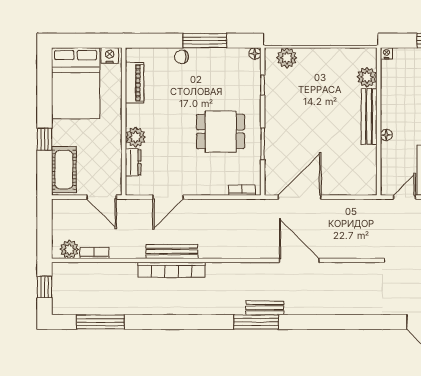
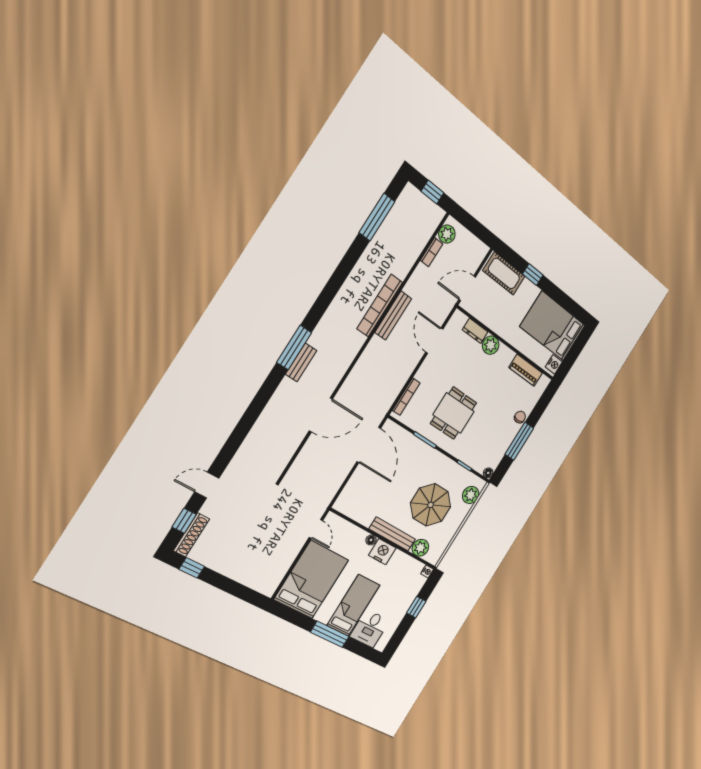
parasol: (320, 95) -> (431, 505), added
nightstand: (391, 115) -> (382, 552), added
bookcase: (242, 190) -> (406, 397), width x1.56

